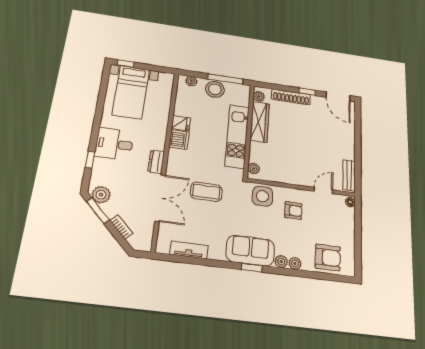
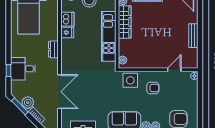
dishwasher: (179, 140) -> (67, 19), moved
desk: (114, 144) -> (23, 69), moved
dresser: (156, 162) -> (53, 49), moved
bench: (349, 175) -> (193, 36), moved
coffee table: (206, 192) -> (91, 83), removed
plant: (101, 195) -> (28, 103), moved

